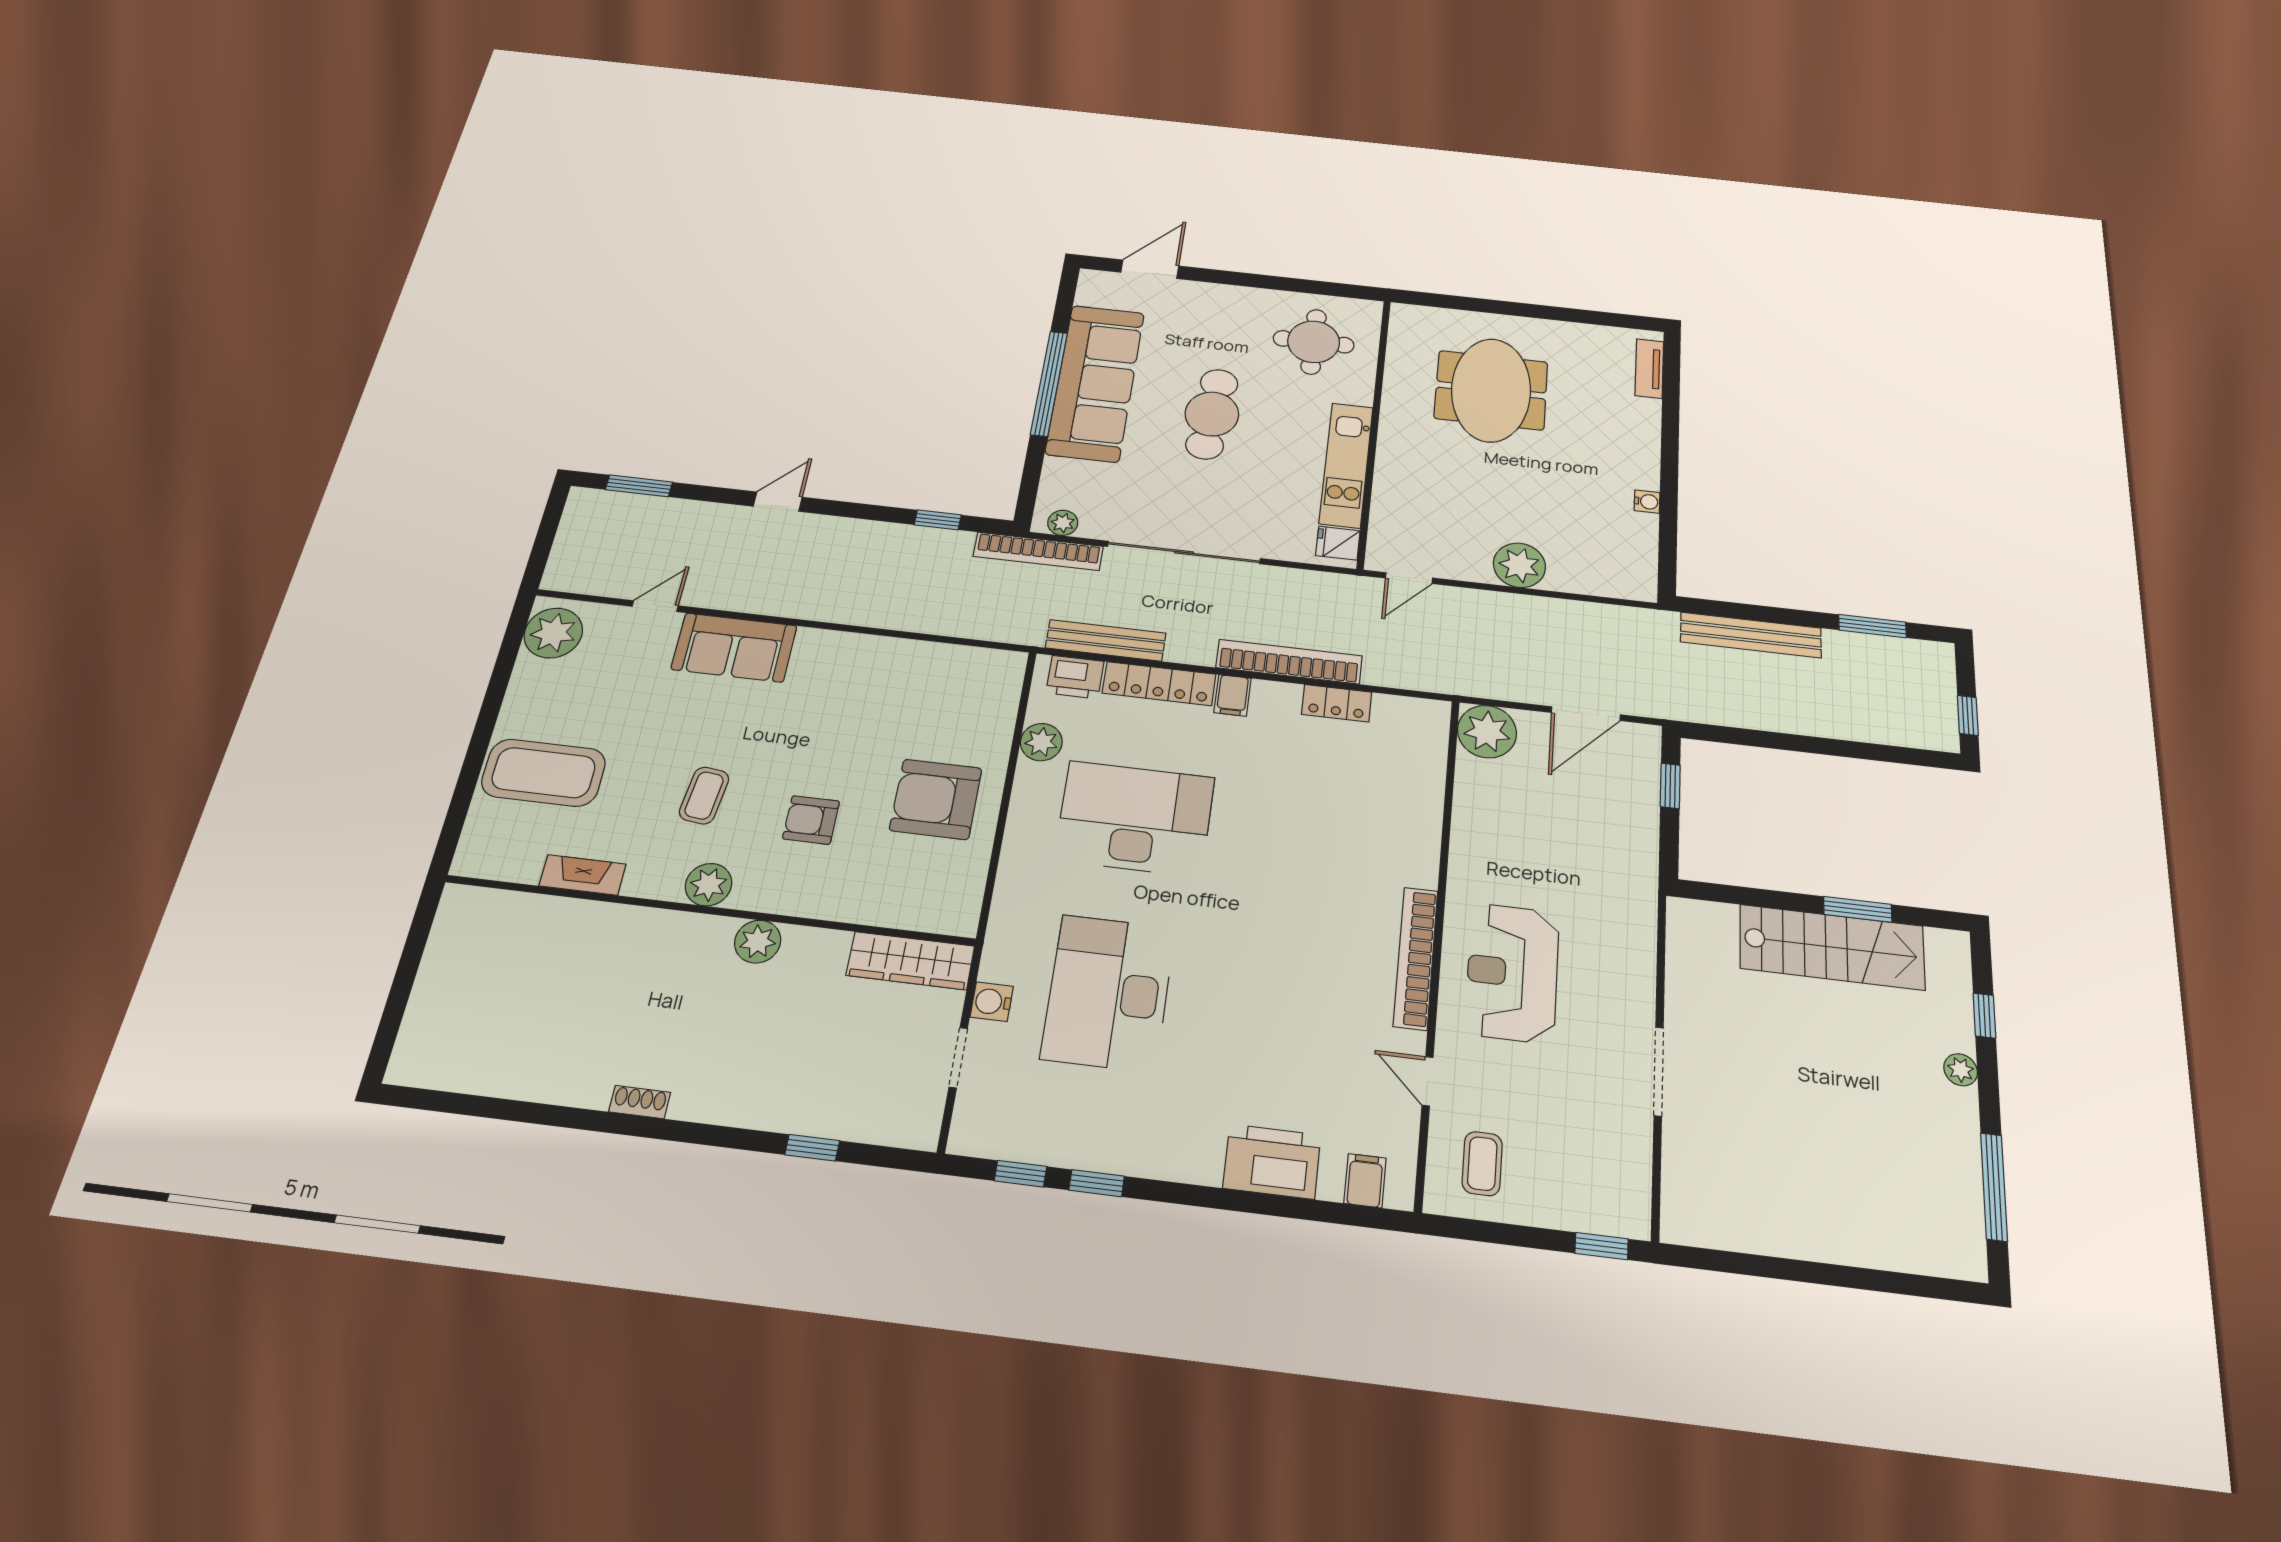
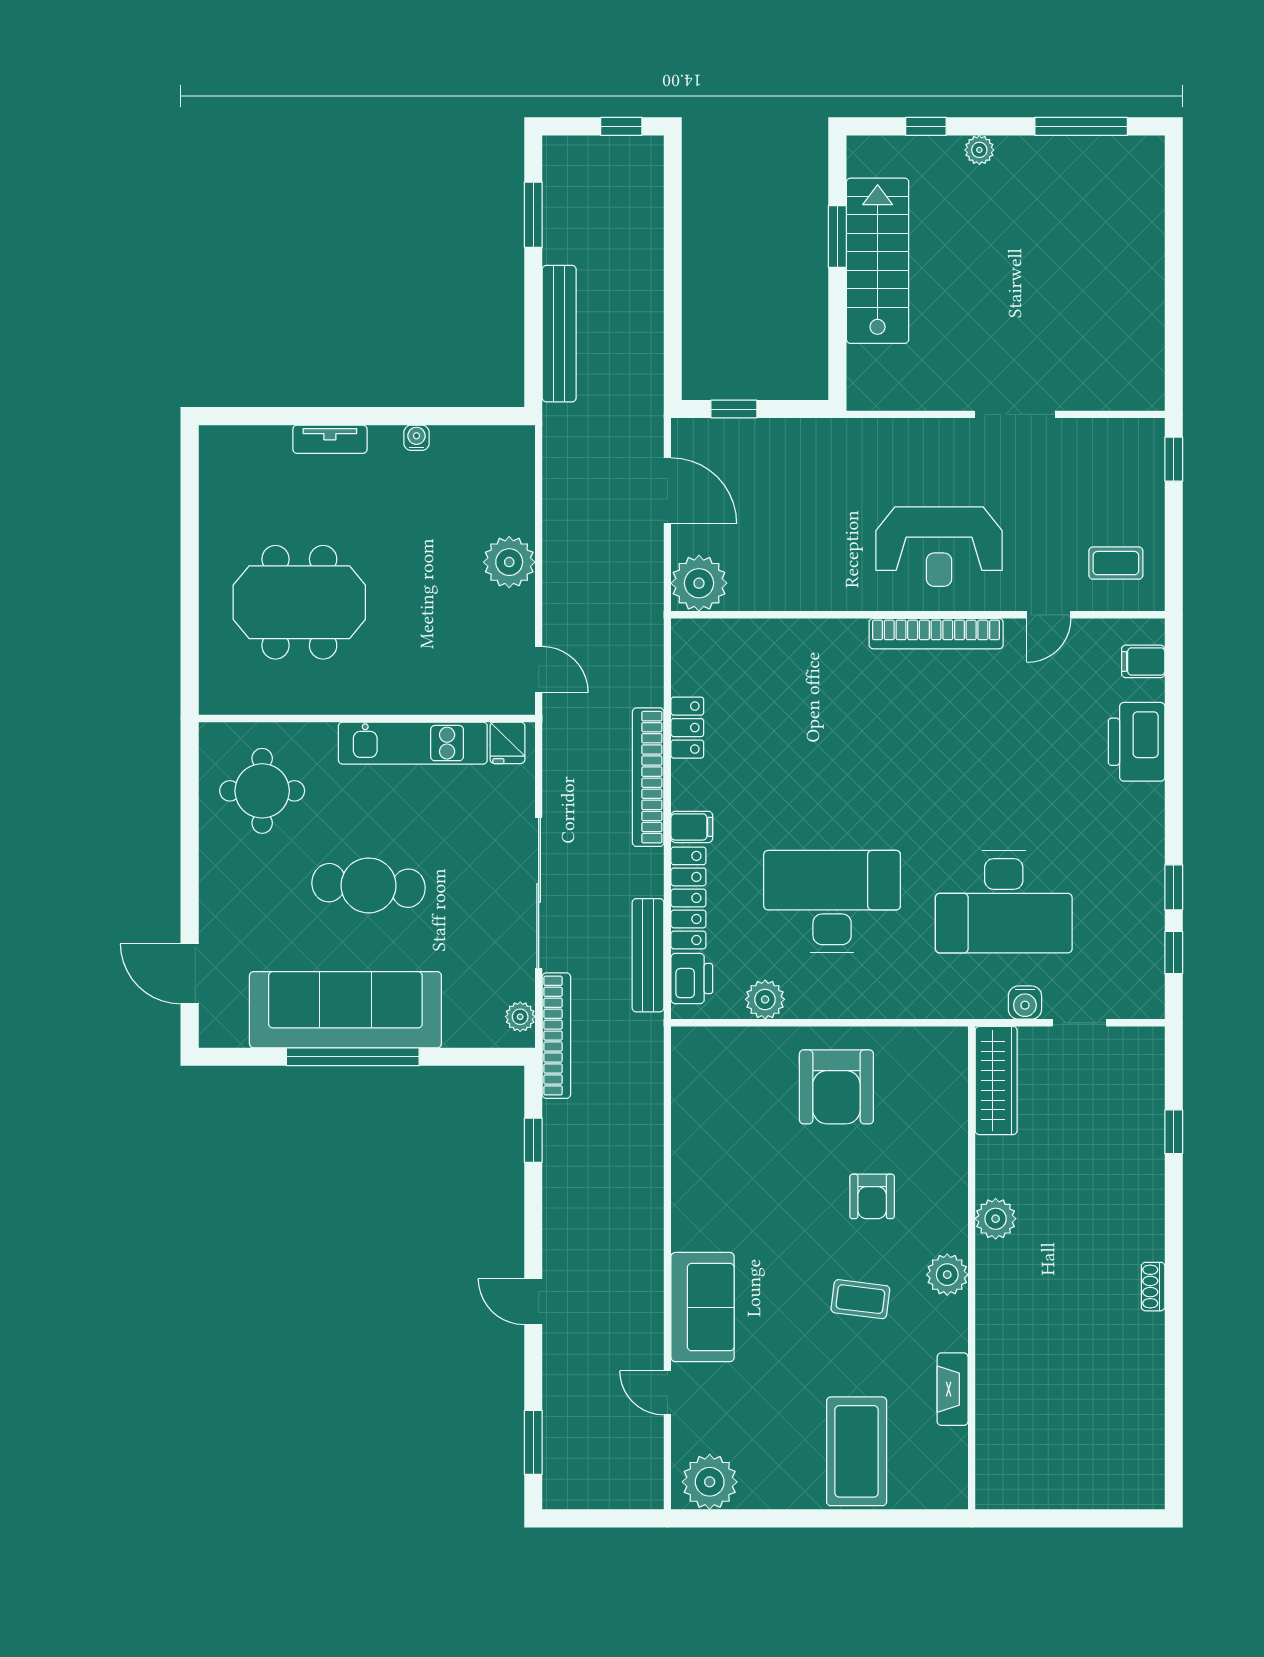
tv unit: (1649, 368) -> (330, 439), moved
desk: (1135, 818) -> (832, 902), turned 90

